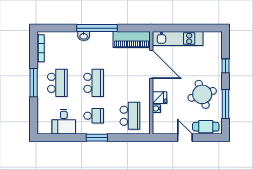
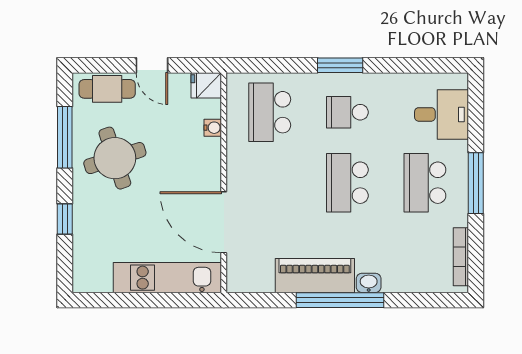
piano: (132, 39) -> (315, 276), moved
fridge: (159, 98) -> (206, 85), moved
desk: (64, 122) -> (442, 114), moved, turned 90

